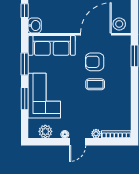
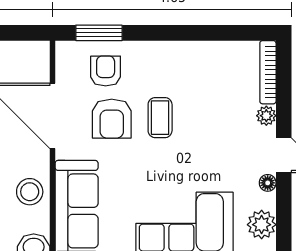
stool: (119, 24) -> (30, 192), moved
armchair: (117, 59) -> (106, 71), added

